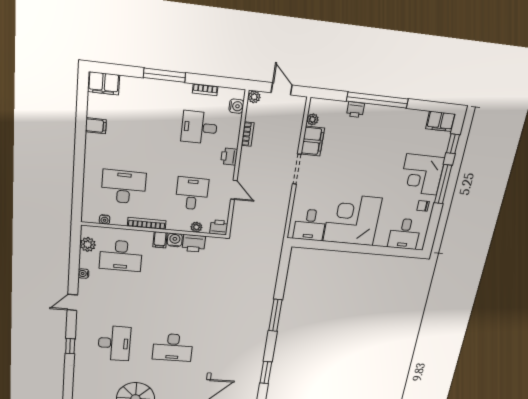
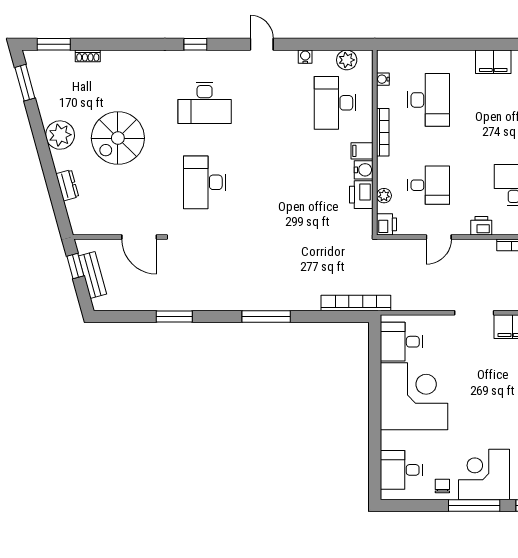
filing cabinet: (96, 126) -> (493, 62), width x2.00
bookcase: (275, 254) -> (356, 303), added

